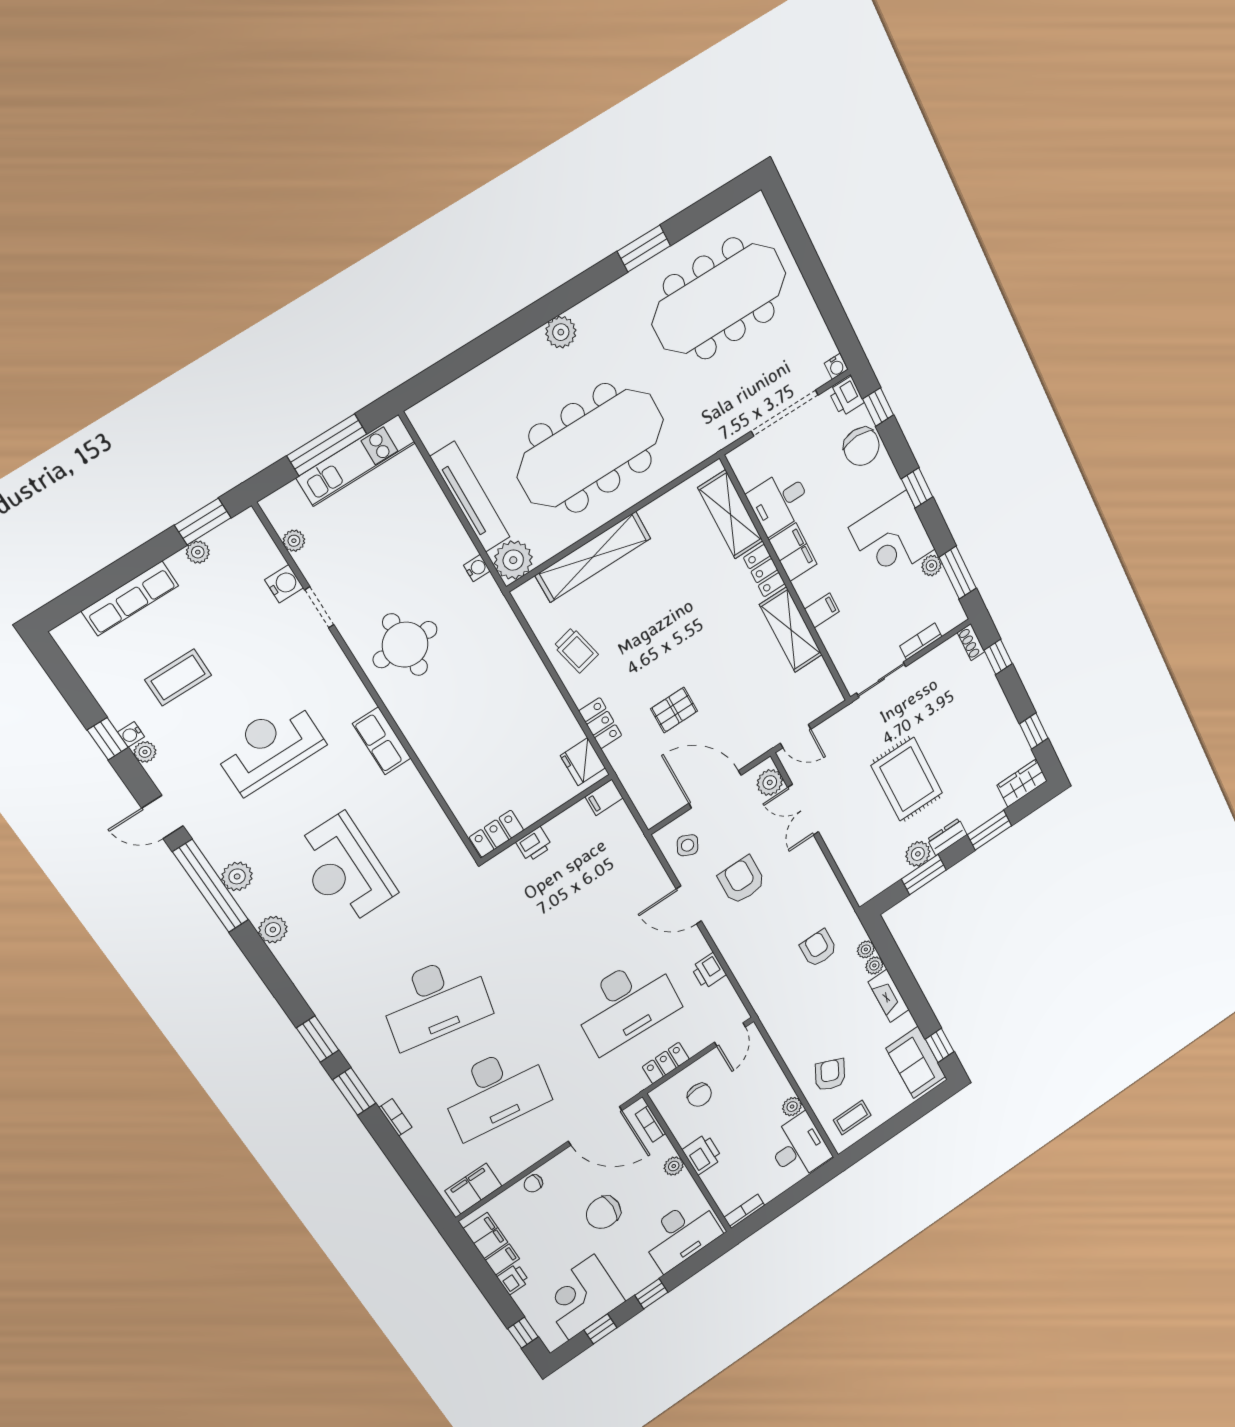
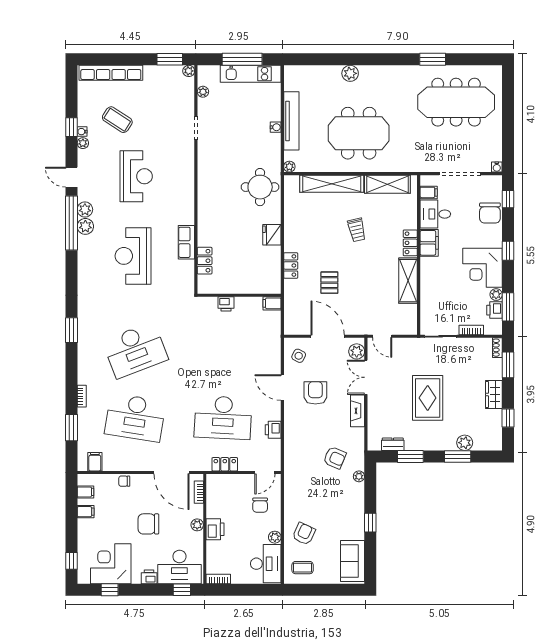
plant: (561, 332) -> (350, 73), moved
printer: (846, 397) -> (495, 310), moved
meeting table: (591, 448) -> (359, 133), width x0.73
shelving: (730, 514) -> (387, 184), moved, turned 90
plant: (198, 552) -> (189, 71), moved
plant: (513, 560) -> (289, 167), width x0.53, depth x0.53
water cooler: (477, 568) -> (276, 127), moved
water cooler: (284, 584) -> (187, 108), removed
row of seats: (130, 598) -> (111, 73), width x1.36
filing cabinet: (822, 610) -> (429, 192), moved
round table: (405, 645) -> (260, 187), moved
trolley: (576, 650) -> (357, 230), moved
window: (998, 657) -> (508, 365), width x1.50
coffee table: (178, 677) -> (117, 120), turned 33
pallet: (674, 710) -> (329, 283), turned 90
row of seats: (382, 741) -> (186, 242), moved
reception desk: (269, 747) -> (136, 176), turned 90
fridge: (583, 762) -> (272, 235), moved
wardrobe: (1022, 783) -> (494, 395), moved, turned -90
locker: (496, 834) -> (205, 261), moved, turned 90
dresser: (947, 837) -> (393, 444), moved
plant: (918, 854) -> (465, 443), moved
plant: (273, 930) -> (85, 210), moved
armchair: (818, 948) -> (335, 458), turned 113
plant: (874, 965) -> (359, 489), removed
fireplace: (889, 996) -> (358, 411), moved
desk: (435, 1001) -> (135, 350), turned -33
window: (940, 1045) -> (370, 523), moved
window: (354, 1091) -> (71, 428), moved
chair: (699, 1095) -> (260, 505), moved
filing cabinet: (473, 1188) -> (95, 462), width x0.50
filing cabinet: (485, 1235) -> (85, 492), width x0.50
printer: (513, 1279) -> (149, 577), moved, turned -90
window: (651, 1294) -> (182, 590), moved

